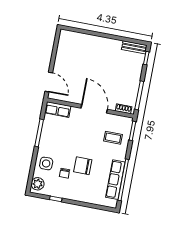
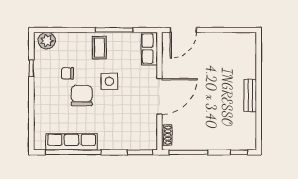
bench: (134, 47) -> (250, 95), moved
coffee table: (113, 138) -> (99, 48), moved
side table: (46, 163) -> (109, 81), moved

